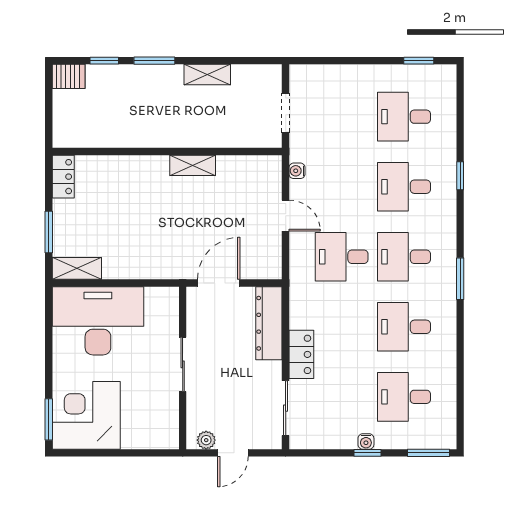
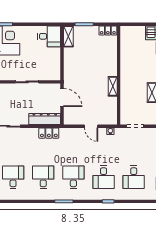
desk: (404, 117) -> (134, 177), turned 180
desk: (404, 187) -> (104, 177), turned 180
door: (286, 216) -> (91, 126), hinge flipped
desk: (342, 257) -> (73, 150), removed
desk: (98, 321) -> (49, 36), width x0.53, depth x0.77
locker: (301, 354) -> (49, 133), moved

